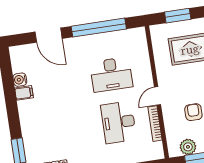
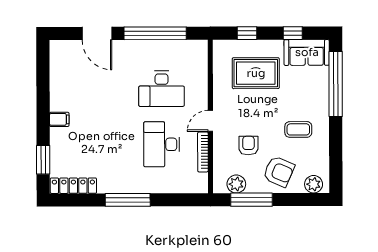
window: (178, 16) -> (247, 33), width x0.67
water cooler: (20, 80) -> (57, 79), removed
filing cabinet: (24, 93) -> (59, 119), moved

